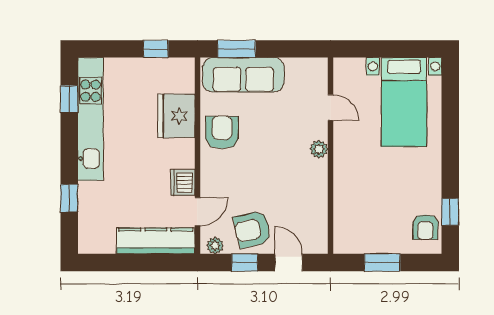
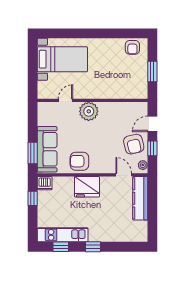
fridge: (176, 116) -> (87, 187), moved
kitchen unit: (91, 119) -> (63, 235), width x0.73
plant: (319, 149) -> (89, 111), width x1.87, depth x1.87
dishwasher: (183, 183) -> (45, 183), moved
window: (69, 198) -> (93, 247), moved
window: (450, 212) -> (124, 33), removed
armchair: (425, 227) -> (132, 47), turned 90

